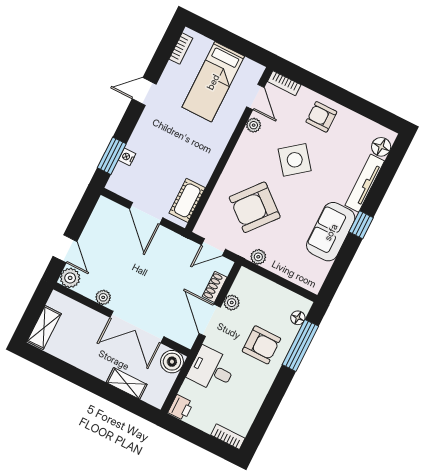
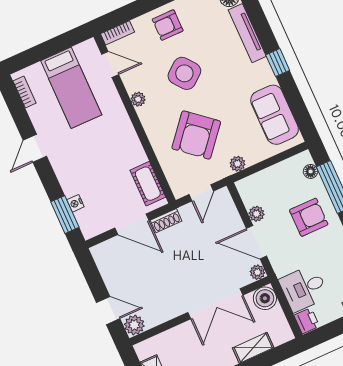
plant: (254, 125) -> (138, 99), moved
sofa: (331, 232) -> (275, 115), moved
shoe rack: (215, 287) -> (166, 221), moved, turned -90
plant: (103, 297) -> (257, 272), moved
desk: (212, 370) -> (304, 288), moved

